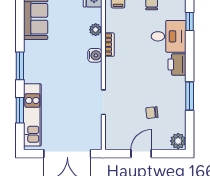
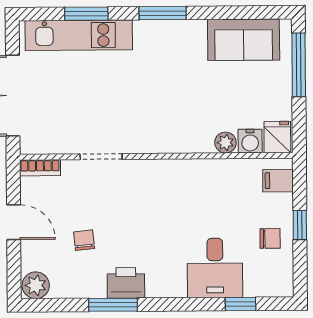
bookcase: (110, 45) -> (40, 168), moved
water cooler: (95, 55) -> (250, 141), moved
printer: (177, 64) -> (126, 283), moved

